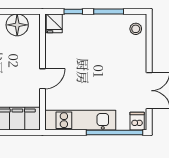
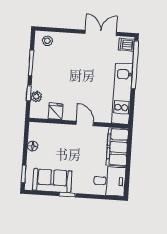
plant: (70, 20) -> (36, 97), added
fridge: (54, 23) -> (56, 111), moved, turned -90
floor lamp: (17, 25) -> (33, 146), width x0.53, depth x0.53

